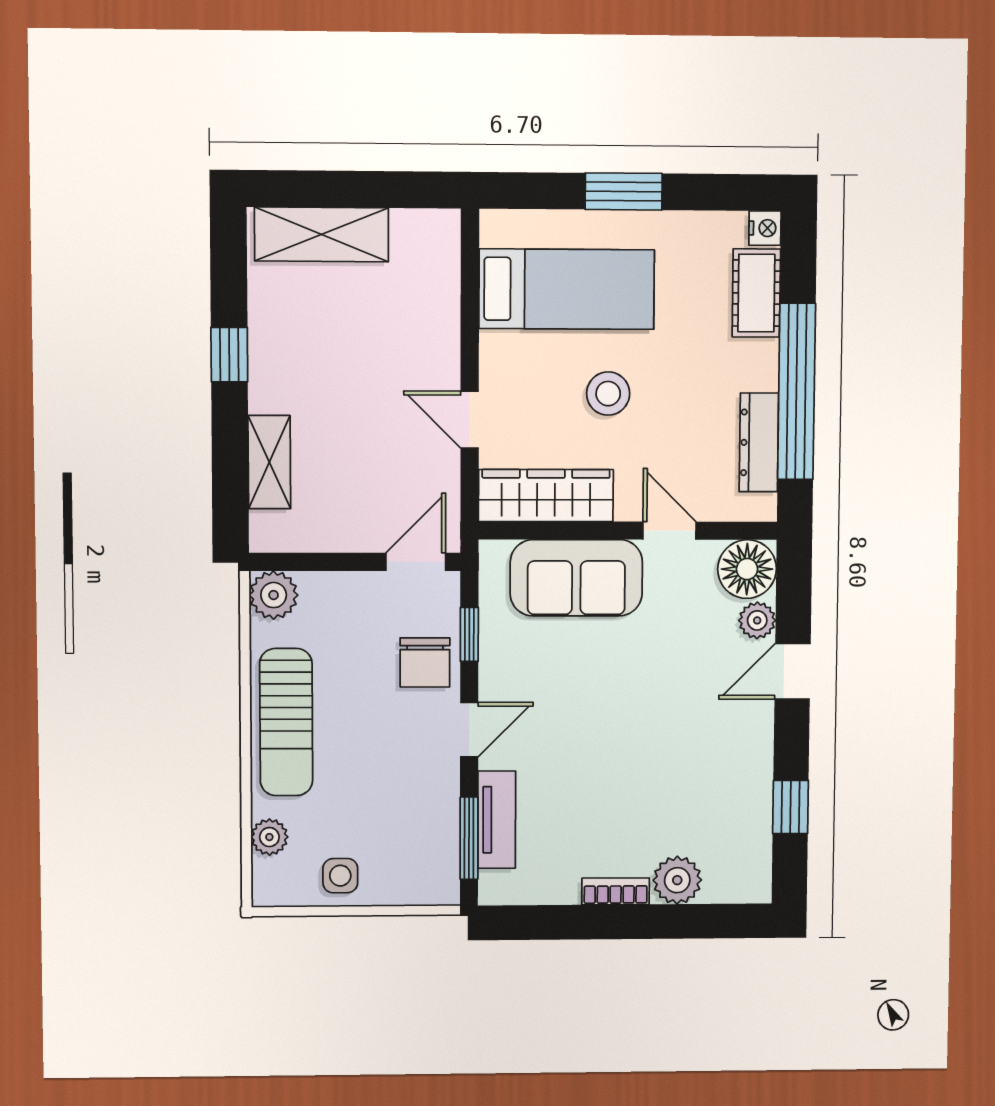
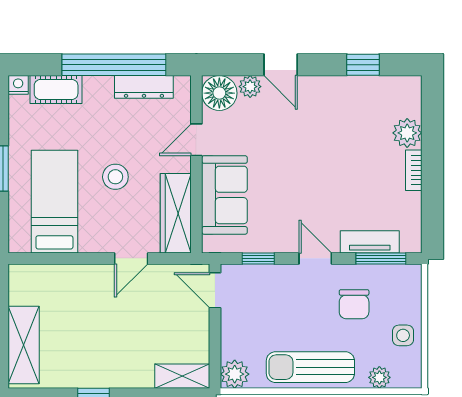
shelving: (269, 462) -> (182, 376), moved
chair: (425, 662) -> (354, 304), moved, turned 90
sun lounger: (286, 722) -> (310, 367), turned 180

